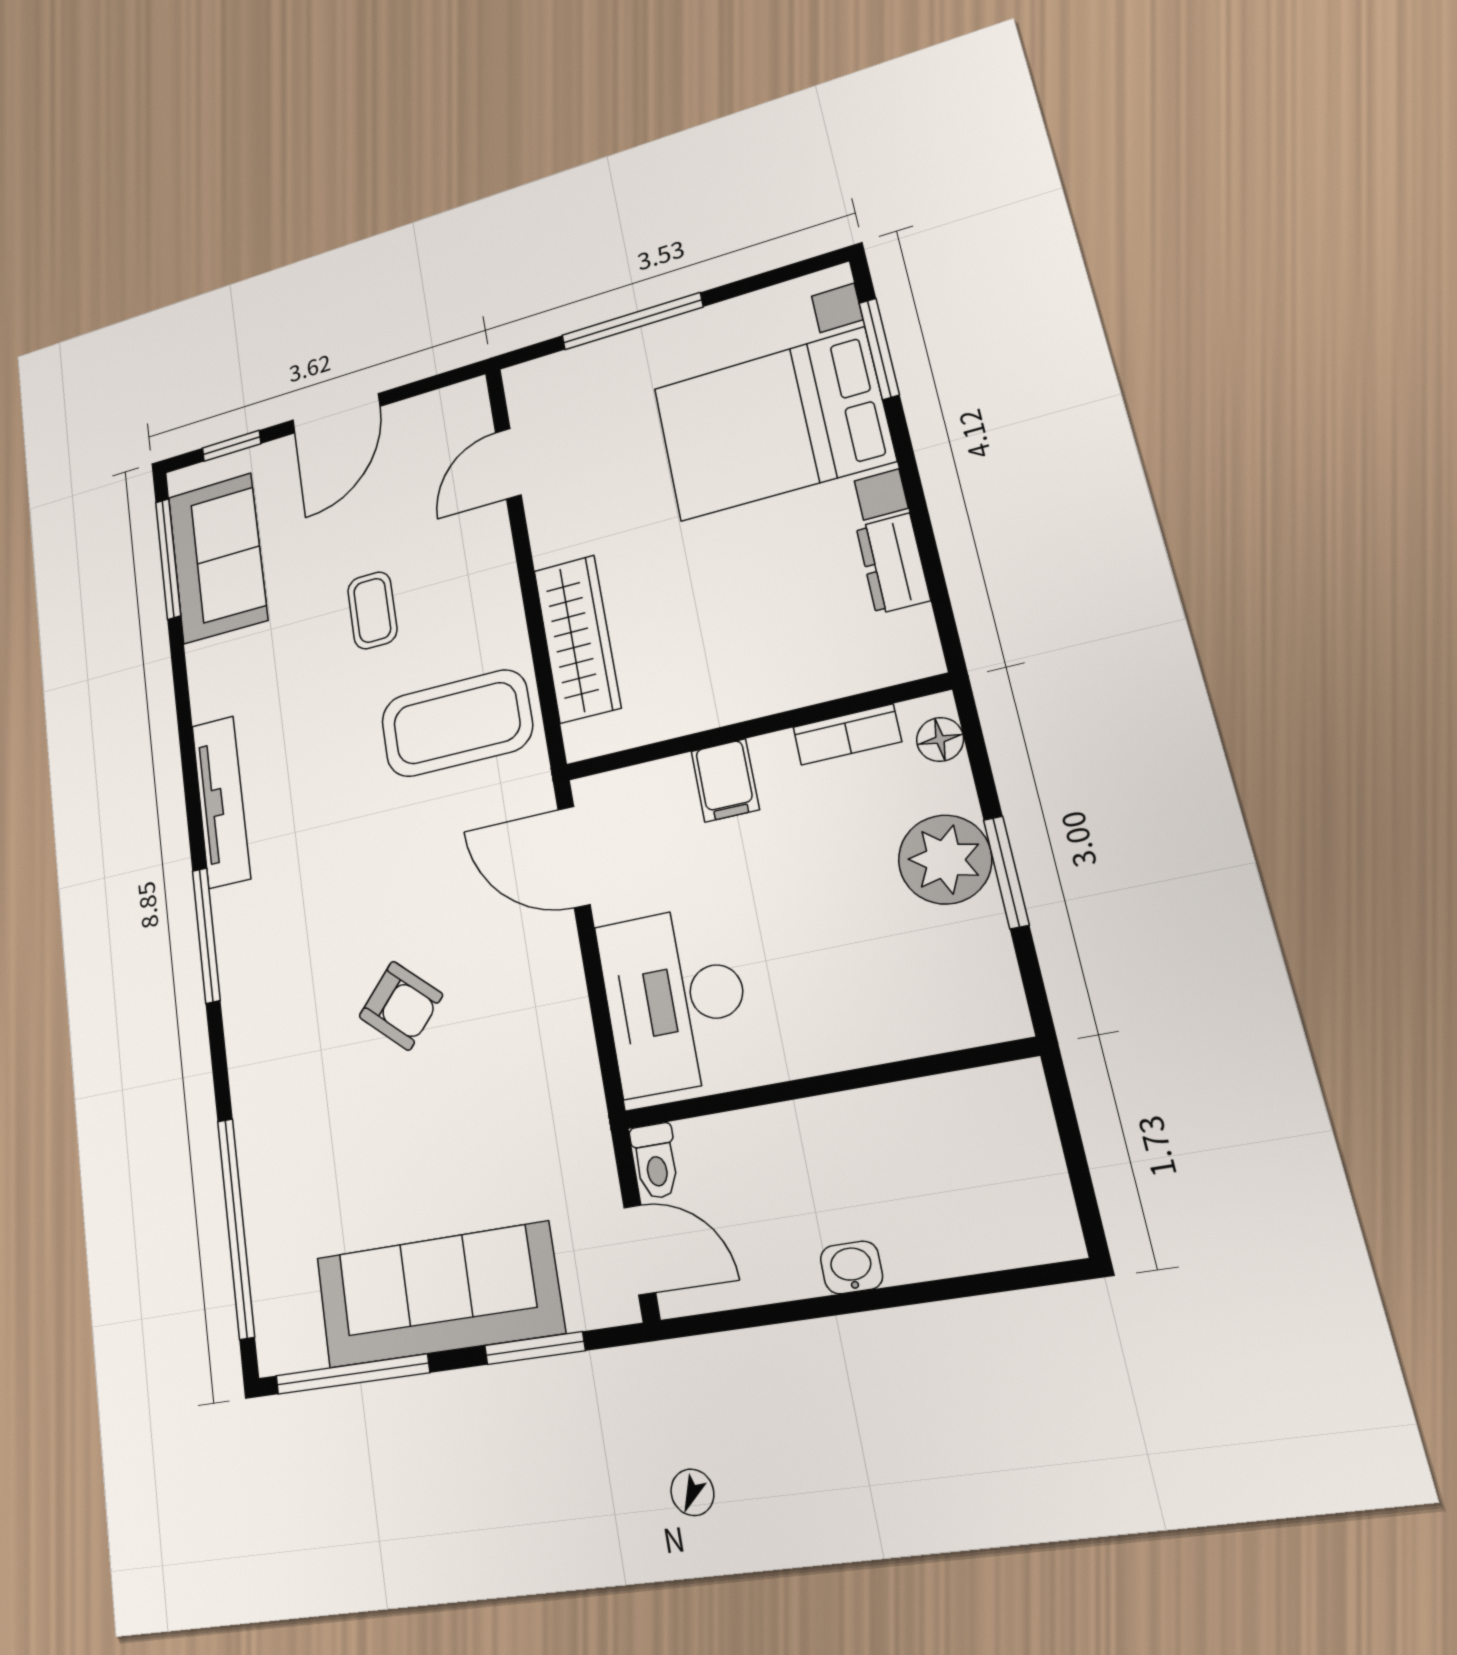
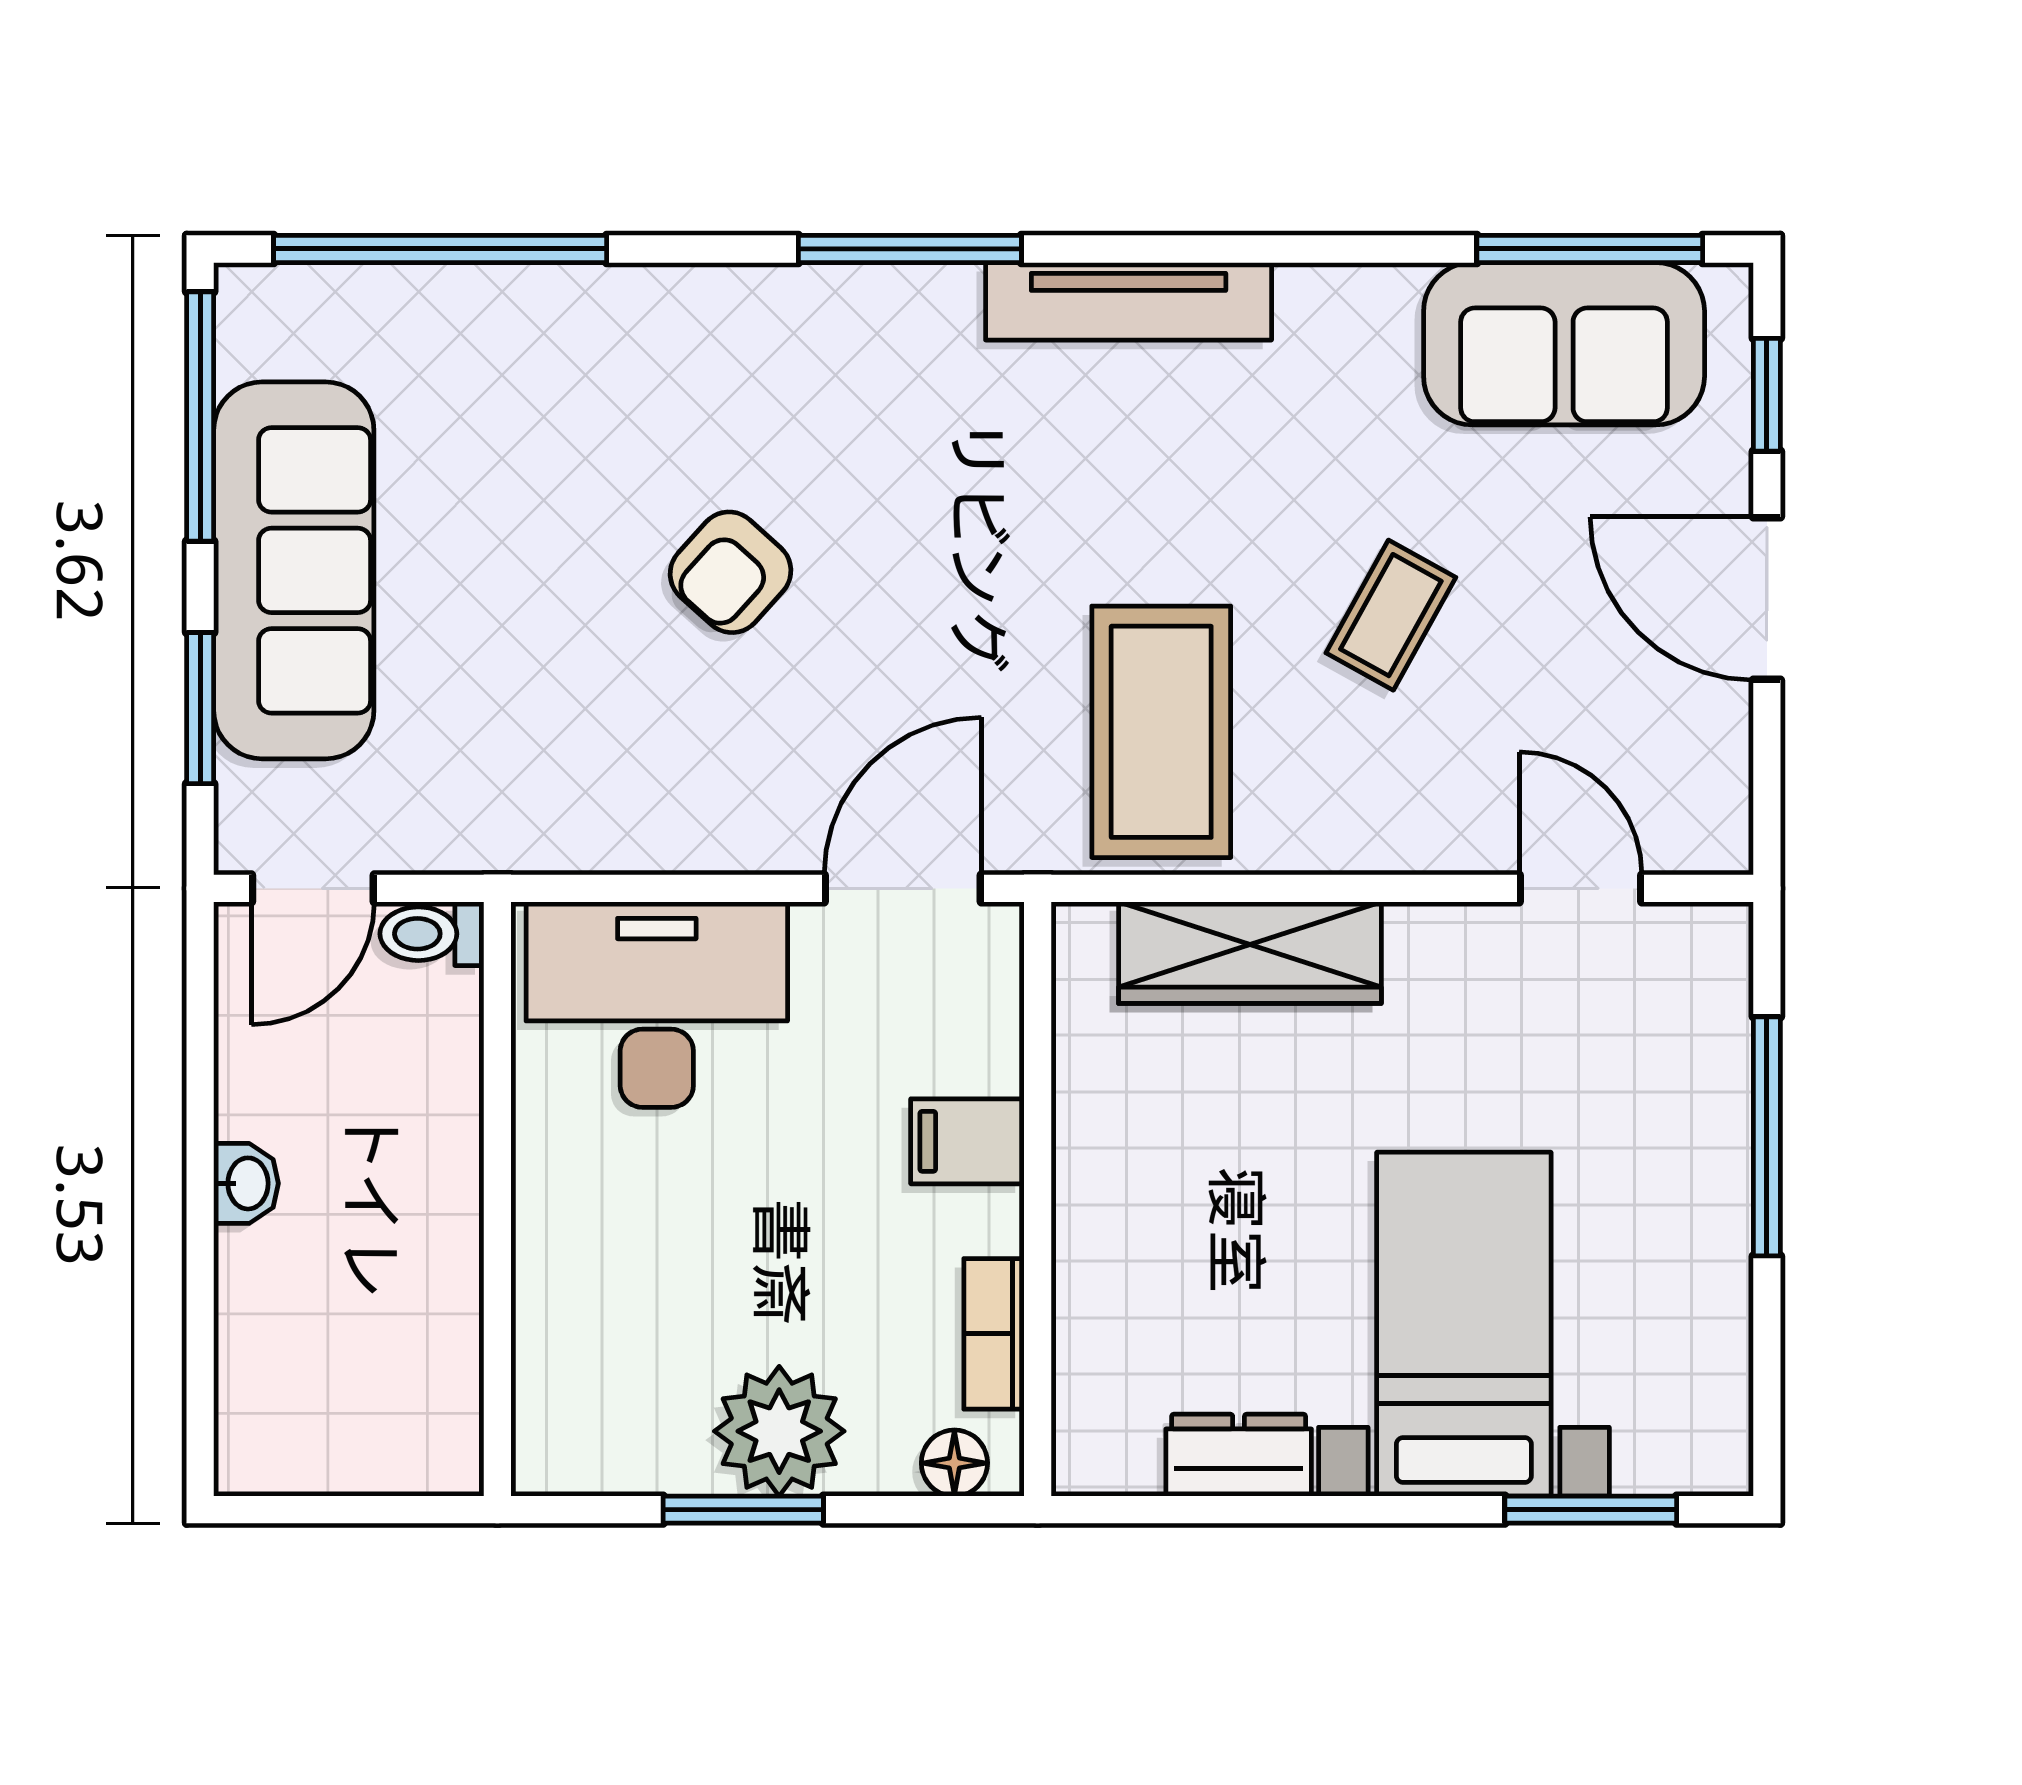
bed with nightstands: (772, 424) -> (1464, 1324), width x0.73
coffee table: (372, 610) -> (1391, 615), turned -61

